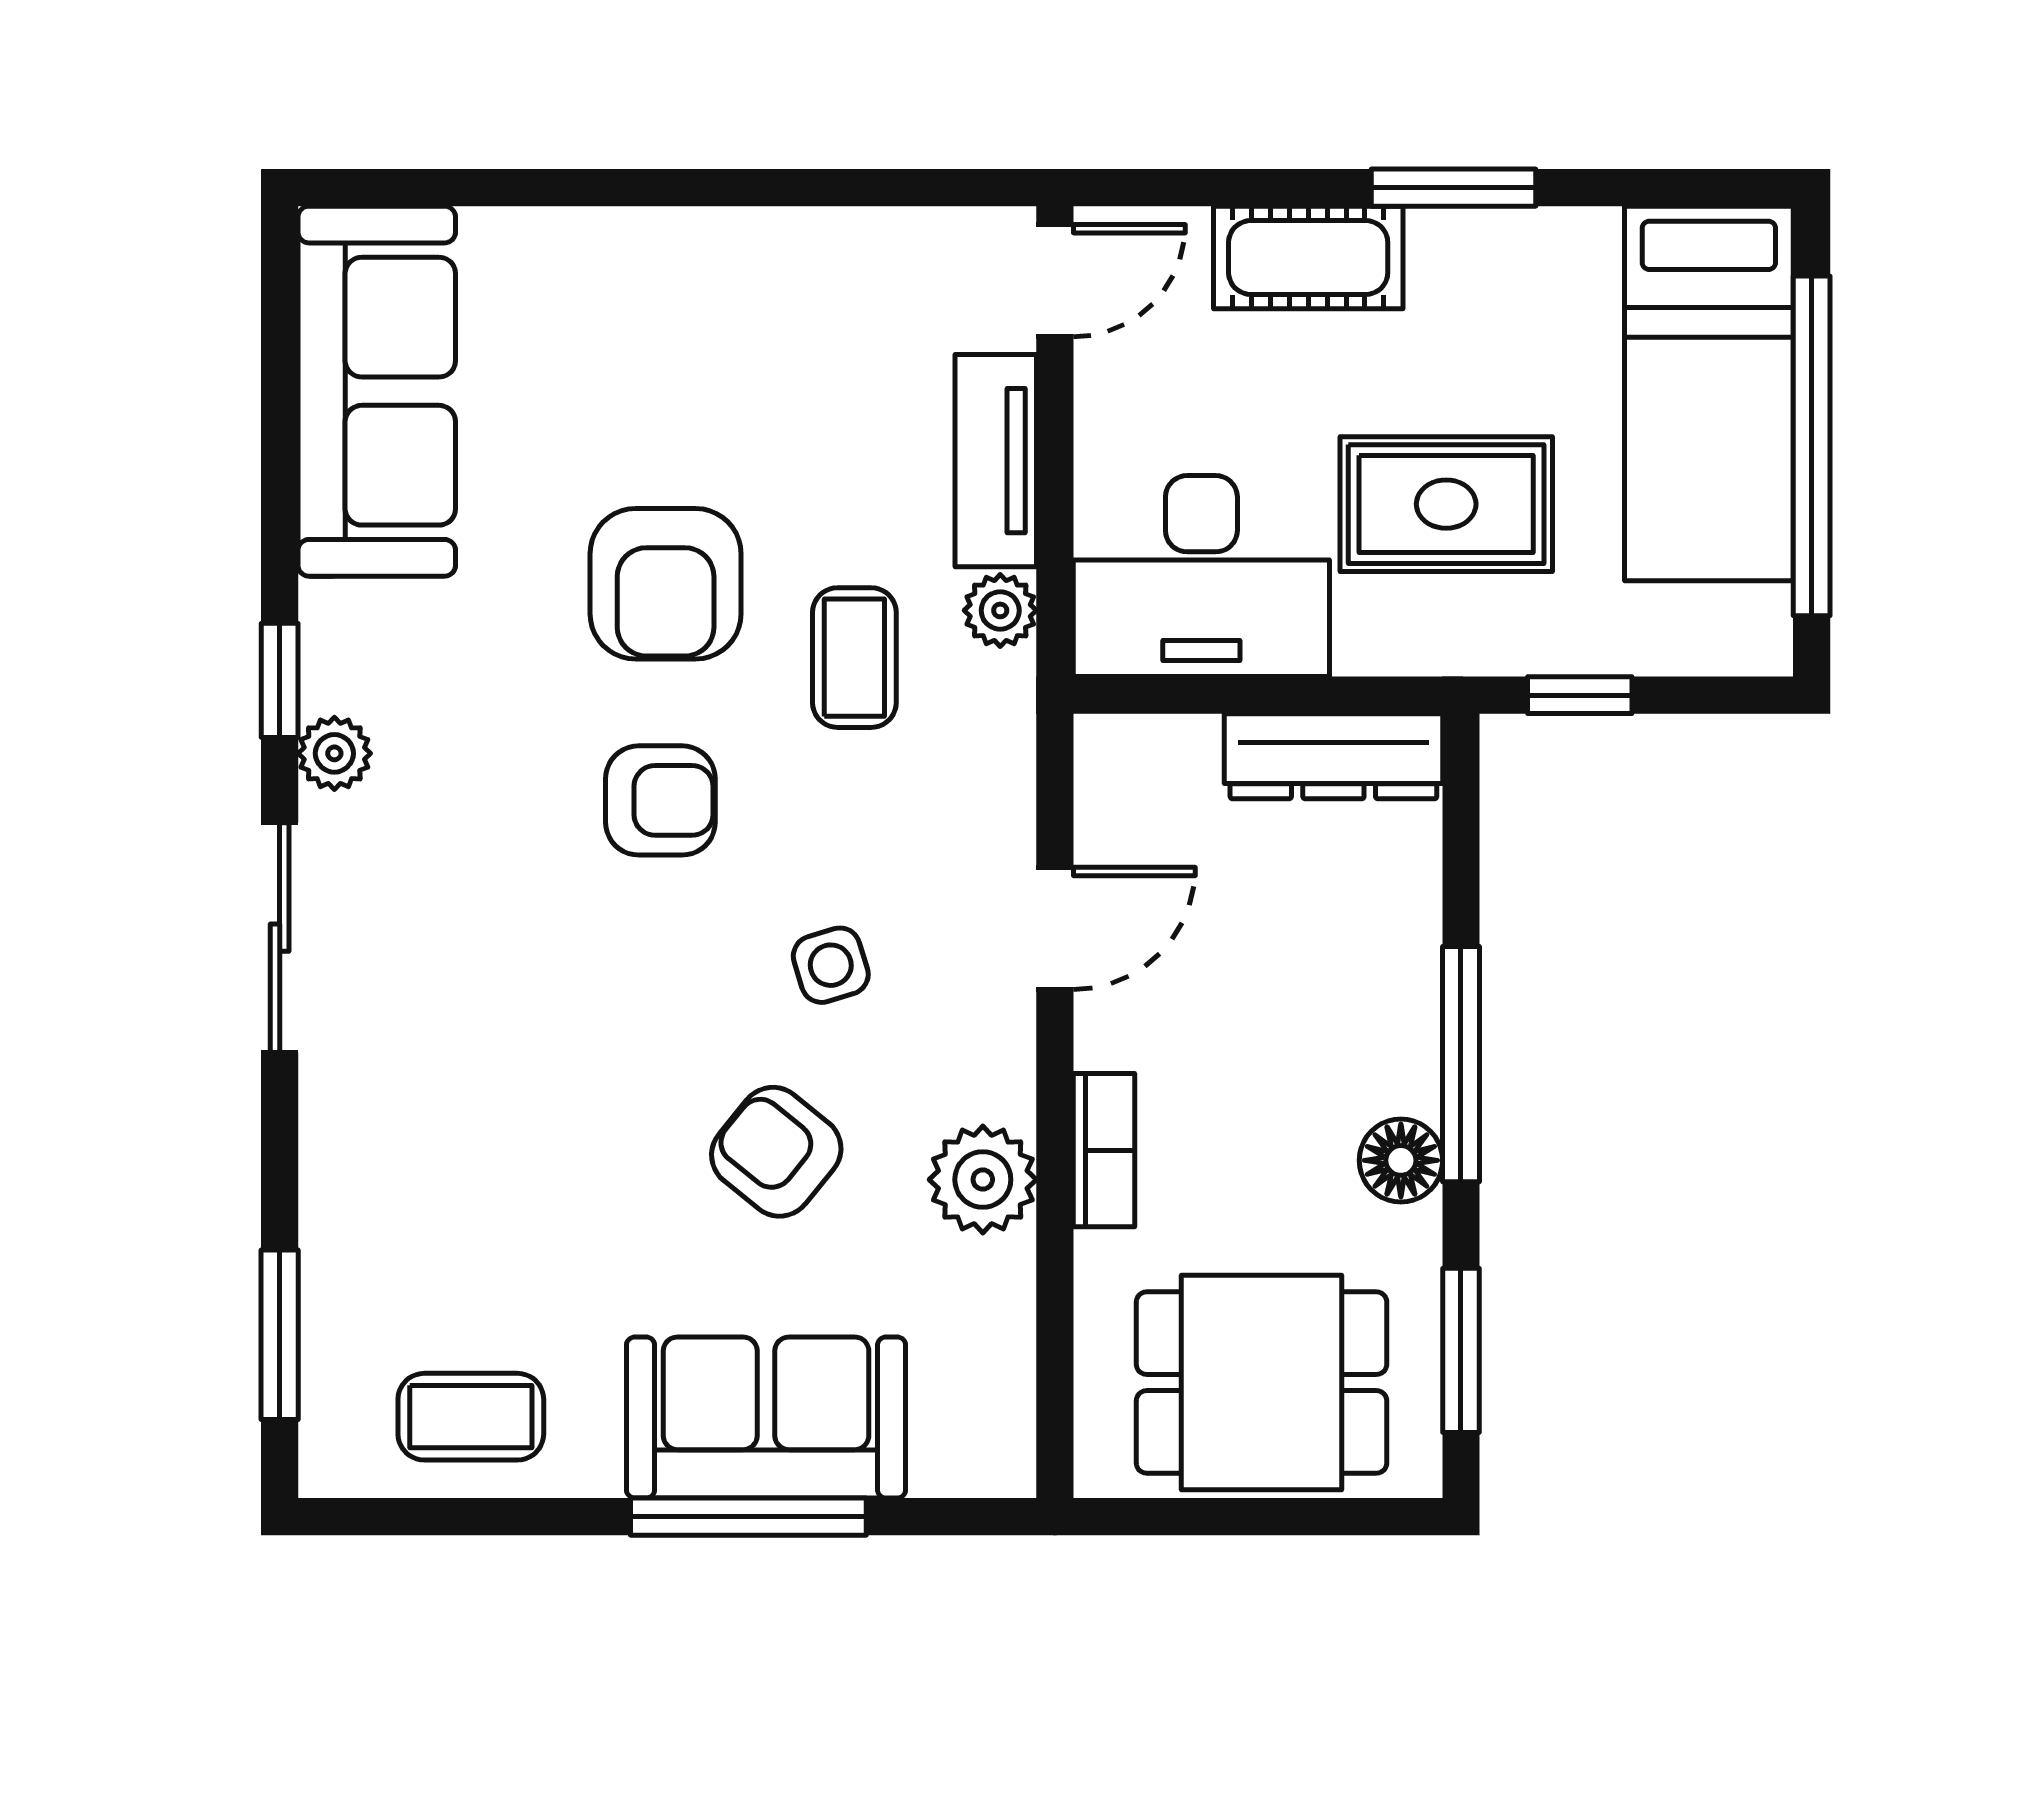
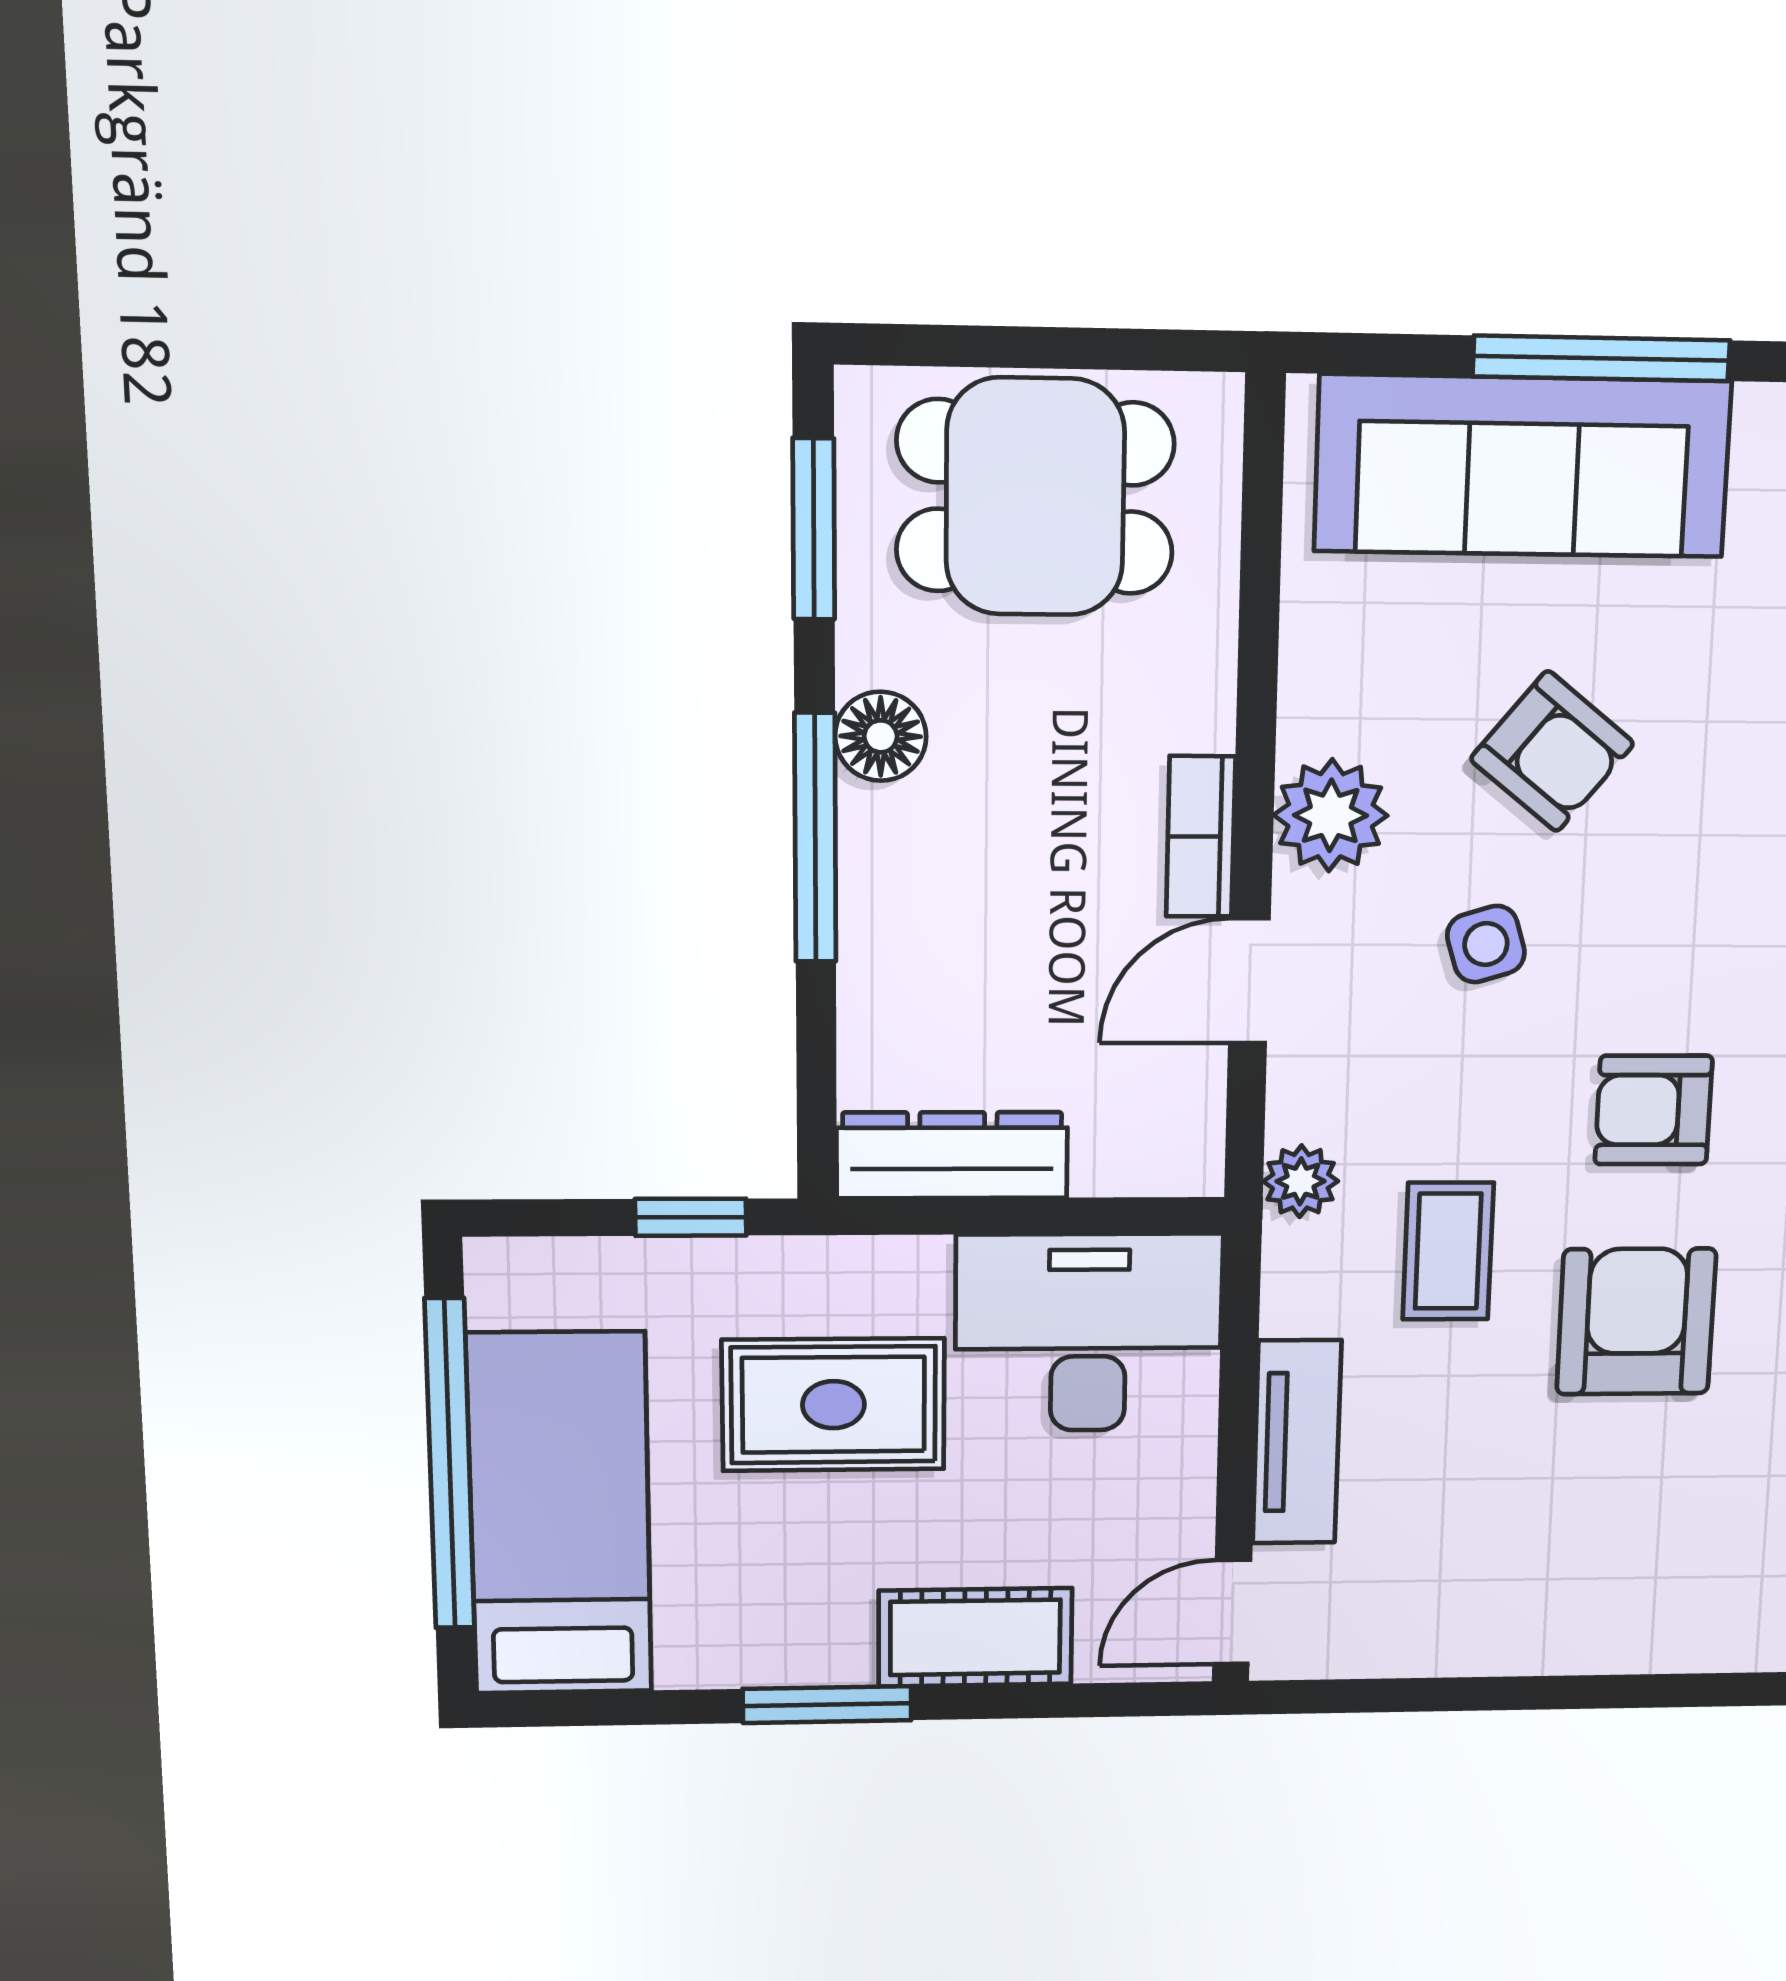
plant: (1000, 610) -> (1301, 1181), moved
bookcase: (1104, 1150) -> (1201, 837), moved
plant: (983, 1180) -> (1331, 815), moved
sofa: (766, 1418) -> (1523, 466), width x1.36

